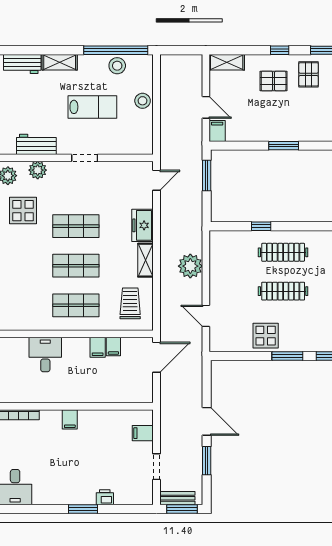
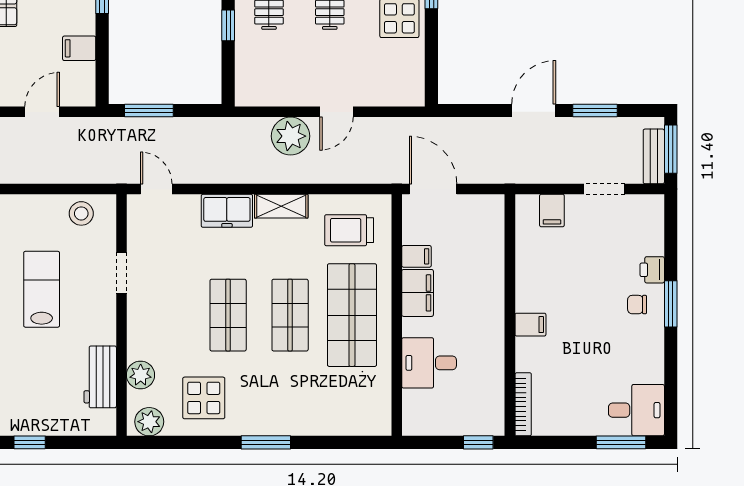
stool: (143, 101) -> (81, 213), moved
filing cabinet: (217, 131) -> (79, 48), moved
doorway: (85, 158) -> (121, 273), moved
shop shelf: (76, 305) -> (352, 315), width x1.43, depth x1.36
door: (206, 316) -> (336, 112), moved
filing cabinet: (98, 347) -> (418, 293), width x2.00
chair: (83, 488) -> (637, 305), added

